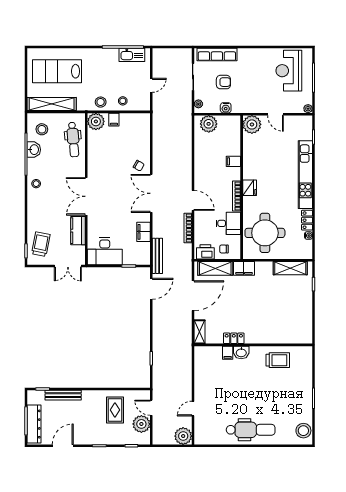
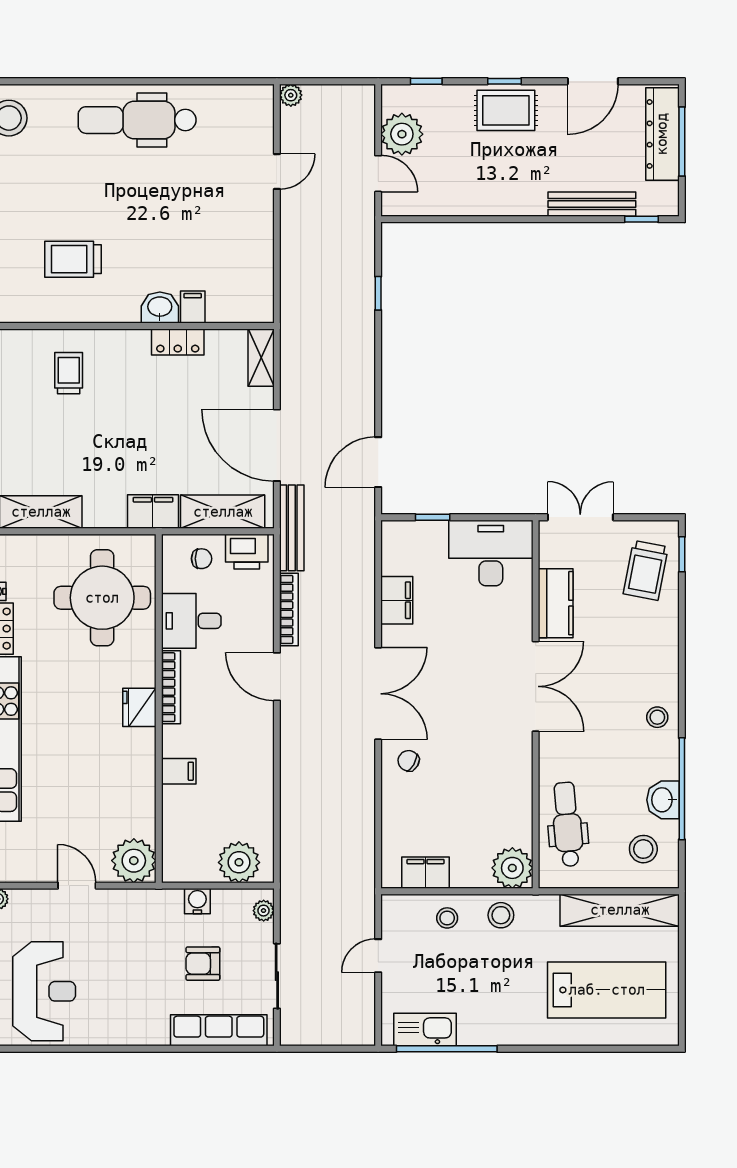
filing cabinet: (114, 120) -> (426, 873), moved, width x2.00
bench: (157, 256) -> (292, 528), moved
door: (193, 296) -> (277, 445), hinge flipped
trolley: (279, 325) -> (69, 373), added
trolley: (278, 360) -> (73, 259), moved
rug: (115, 410) -> (506, 110), moved, turned 90
plant: (183, 436) -> (291, 95), width x0.53, depth x0.53

